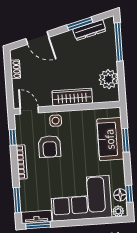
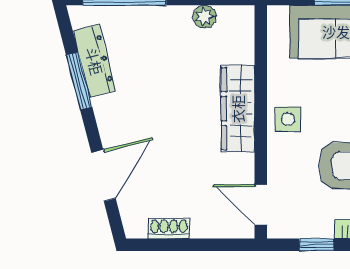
plant: (109, 79) -> (205, 17), width x0.53, depth x0.53
door: (29, 111) -> (261, 205), hinge flipped
side table: (56, 121) -> (288, 119), moved

